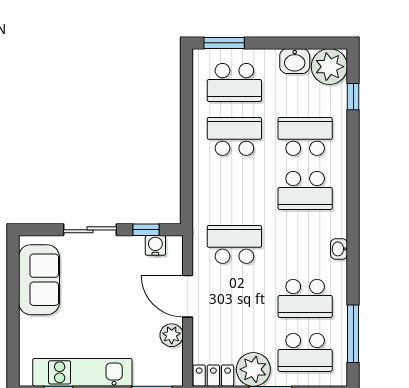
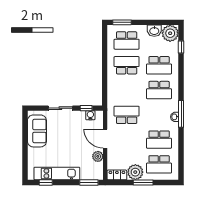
school desk: (305, 136) -> (159, 65), turned 180
window: (353, 334) -> (181, 114), moved

